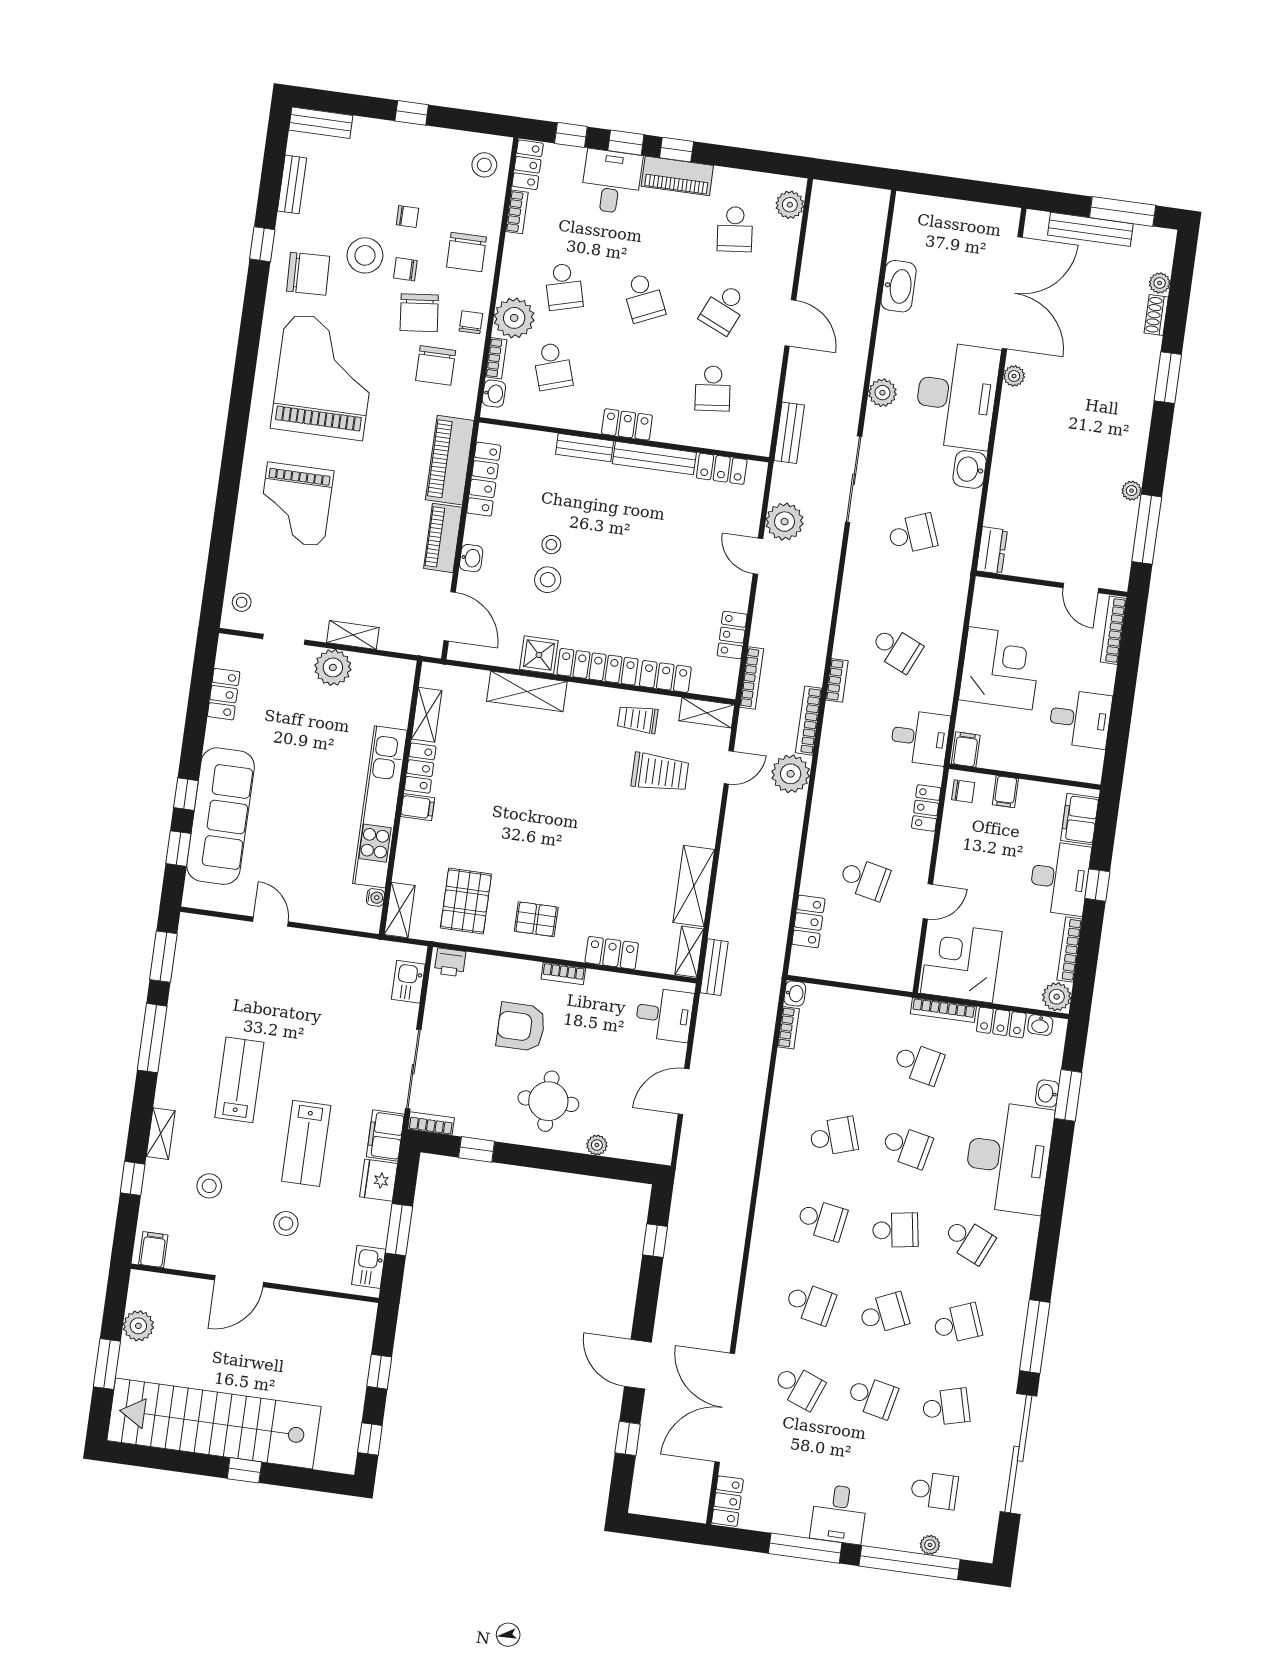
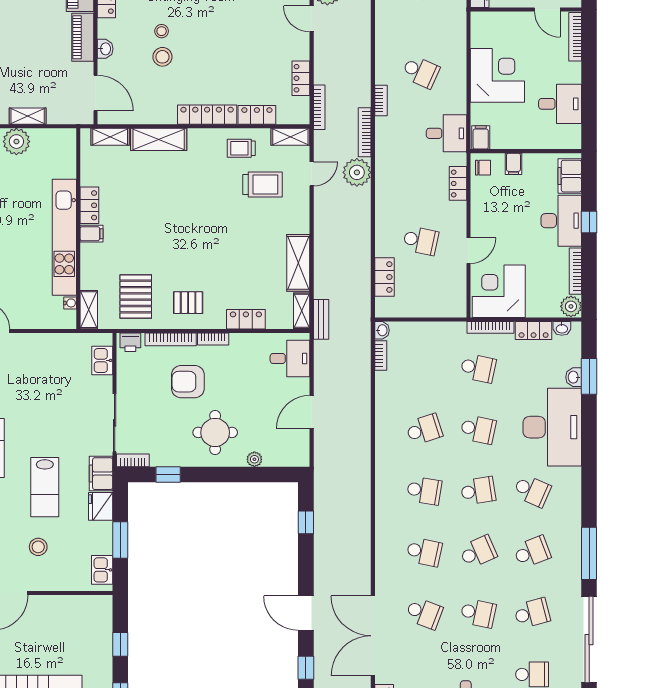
shower: (539, 655) -> (164, 112), removed
shelving: (427, 715) -> (110, 137), moved, turned 90
bookcase: (505, 966) -> (171, 339), added

